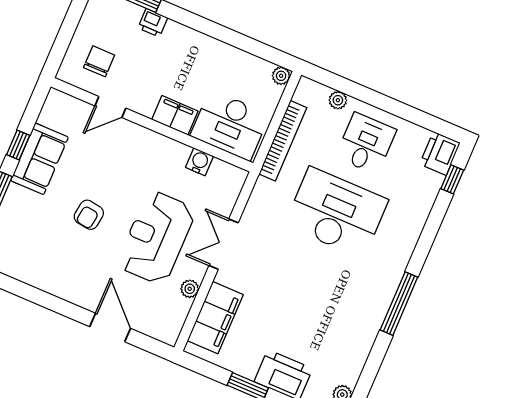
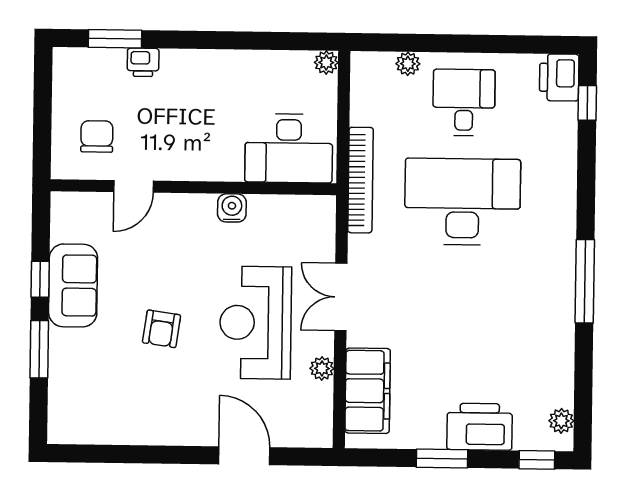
filing cabinet: (175, 115) -> (217, 164), removed
bookcase: (283, 141) -> (360, 180), moved
water cooler: (199, 162) -> (232, 208), moved

